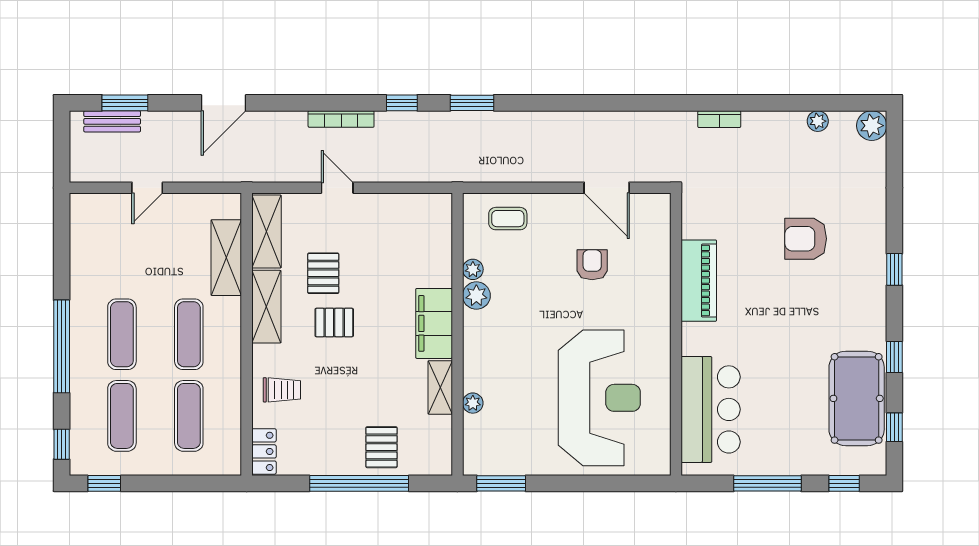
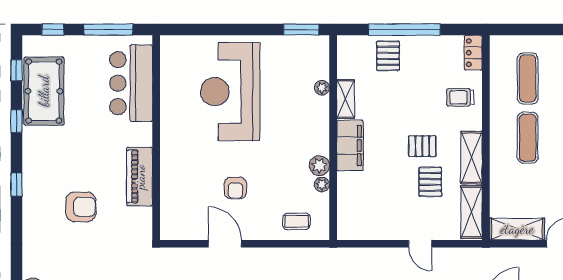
shelving: (226, 258) -> (517, 229), moved, turned 90
piano: (699, 281) -> (140, 177), moved
wall: (676, 334) -> (156, 138), moved
bar counter: (711, 409) -> (131, 83), moved

